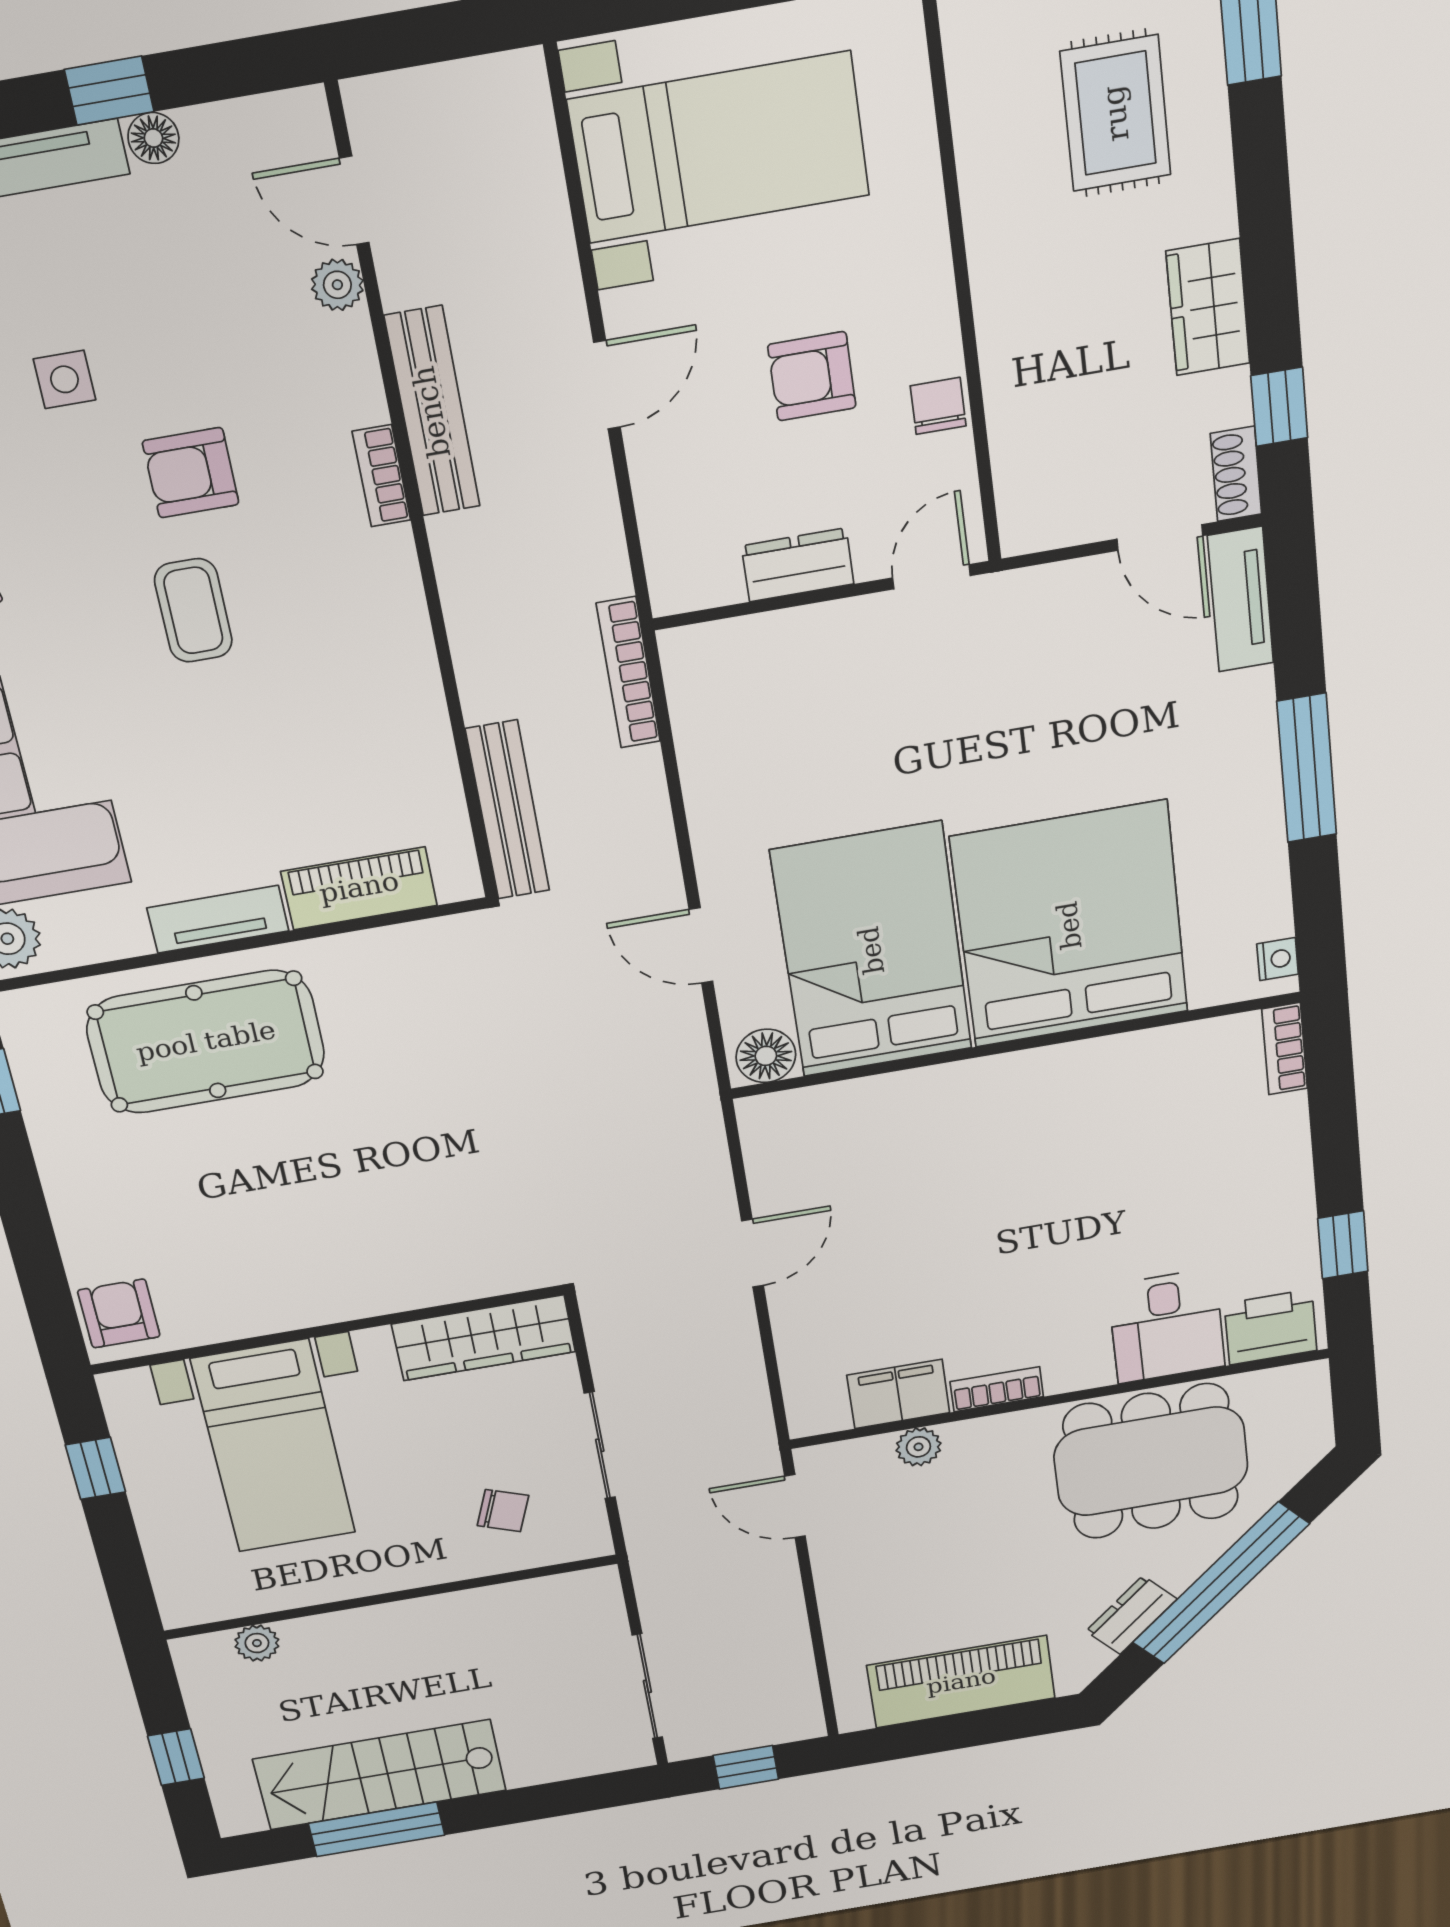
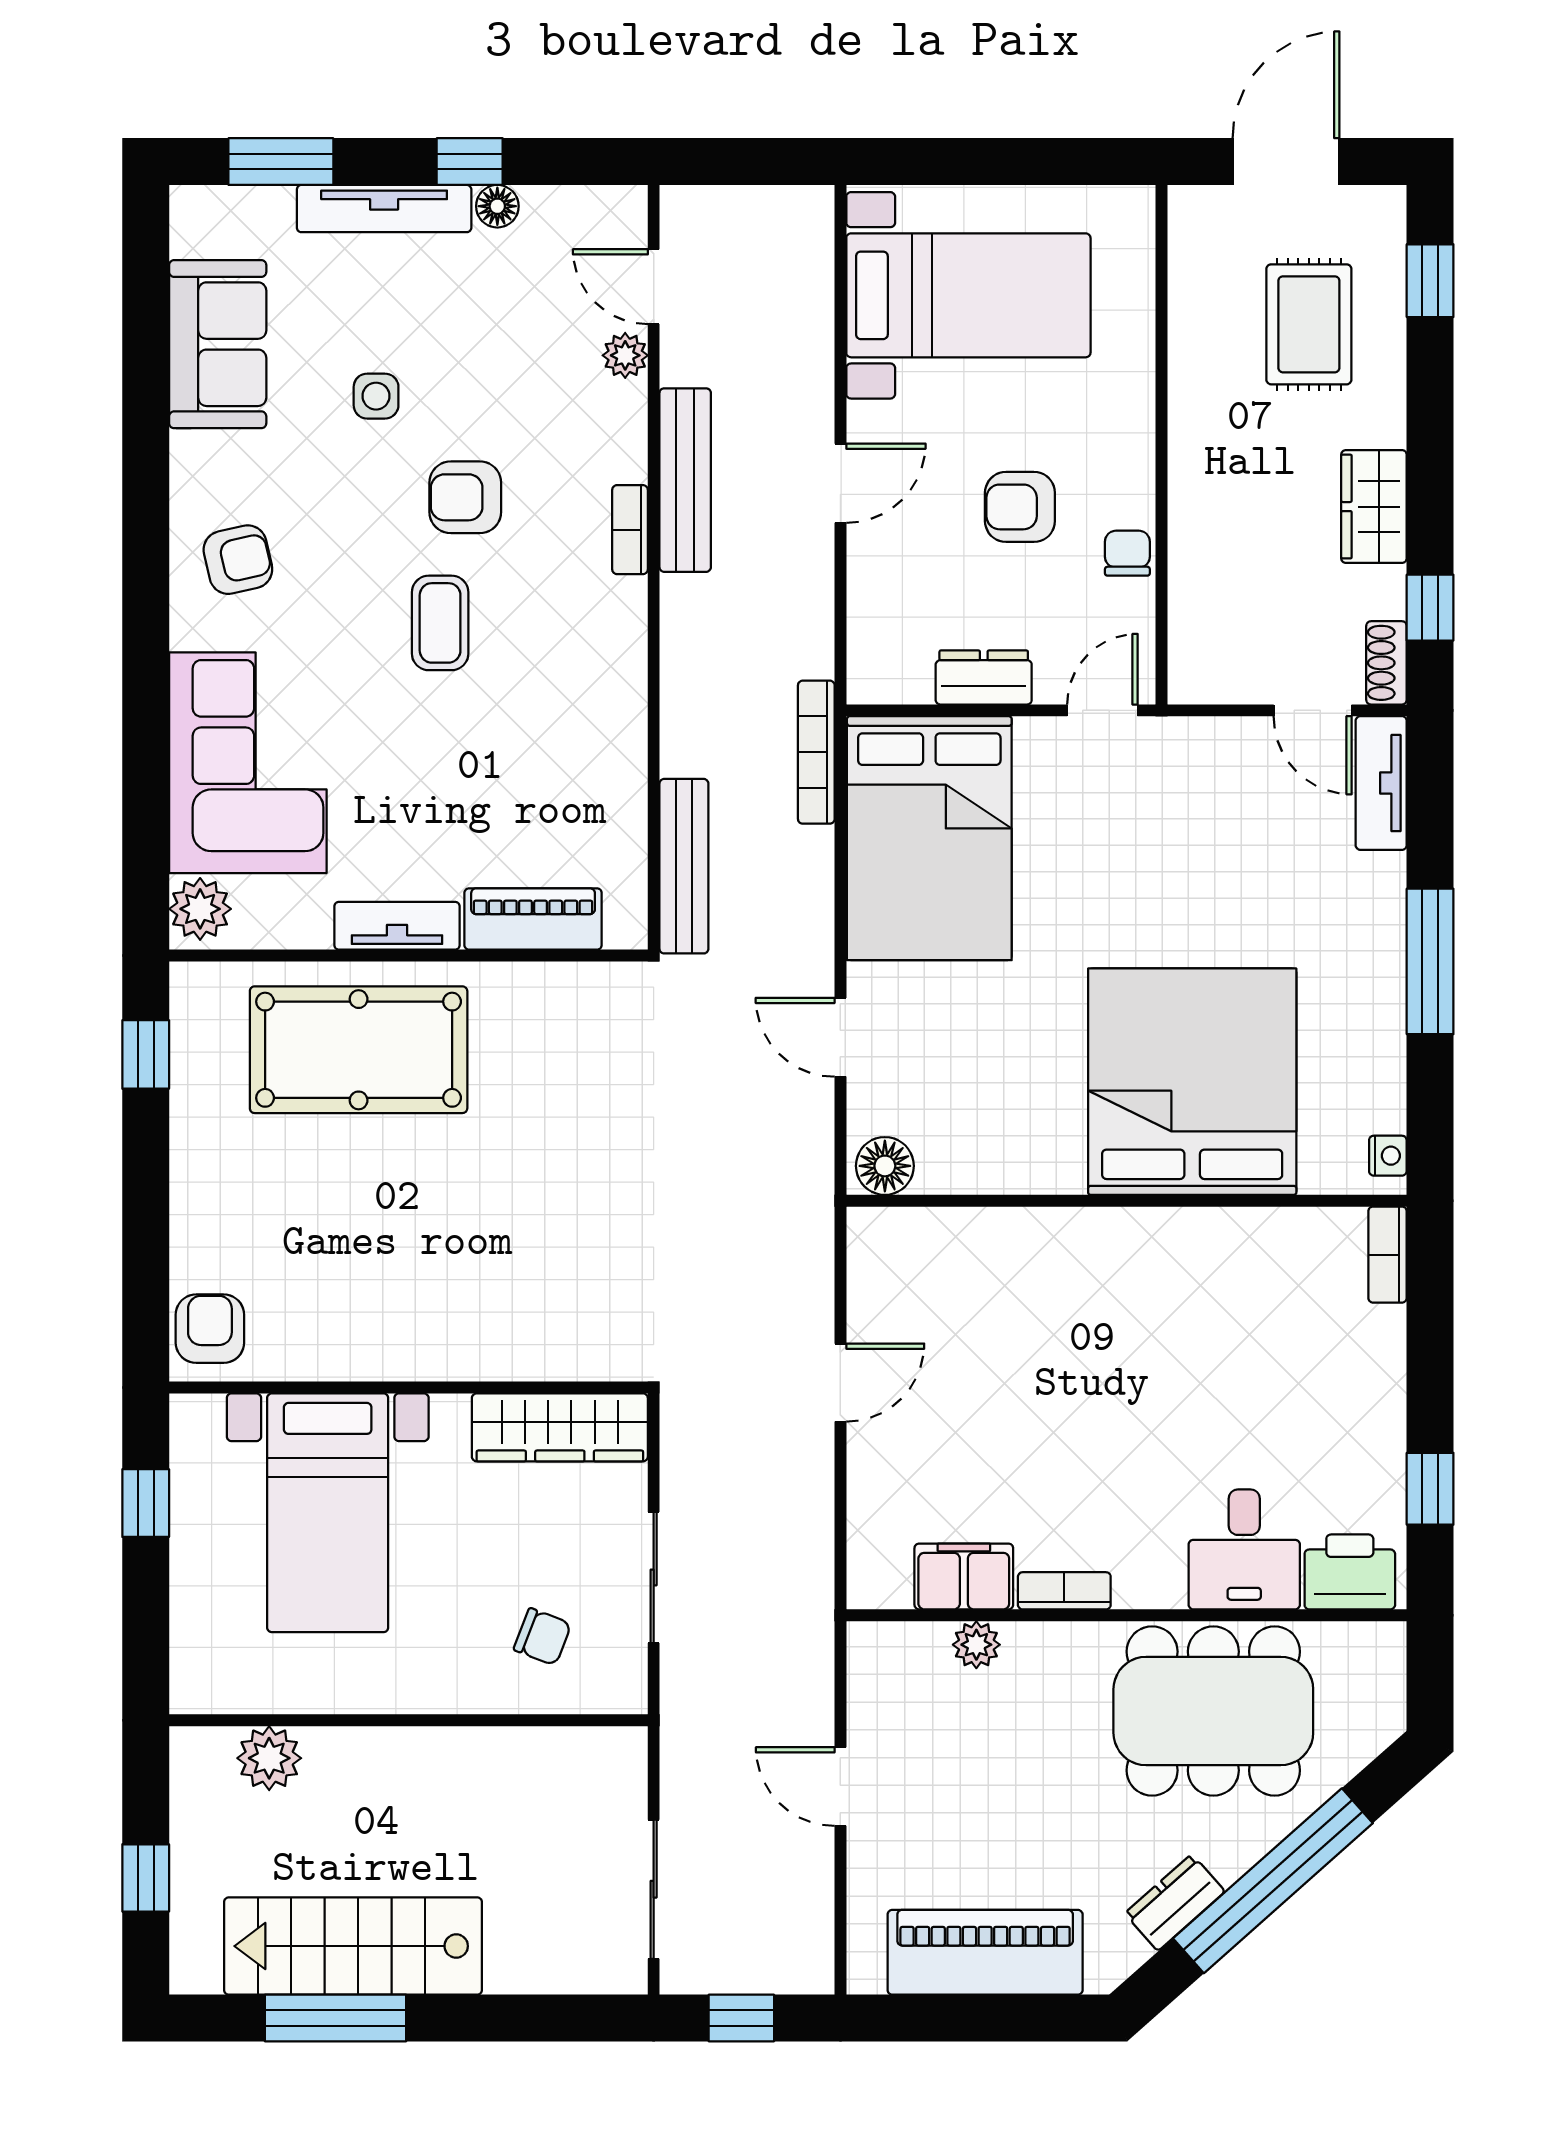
bed: (872, 950) -> (929, 838), moved, turned 180
door: (795, 1506) -> (840, 1787), moved
plant: (257, 1643) -> (269, 1758), width x1.38, depth x1.38

